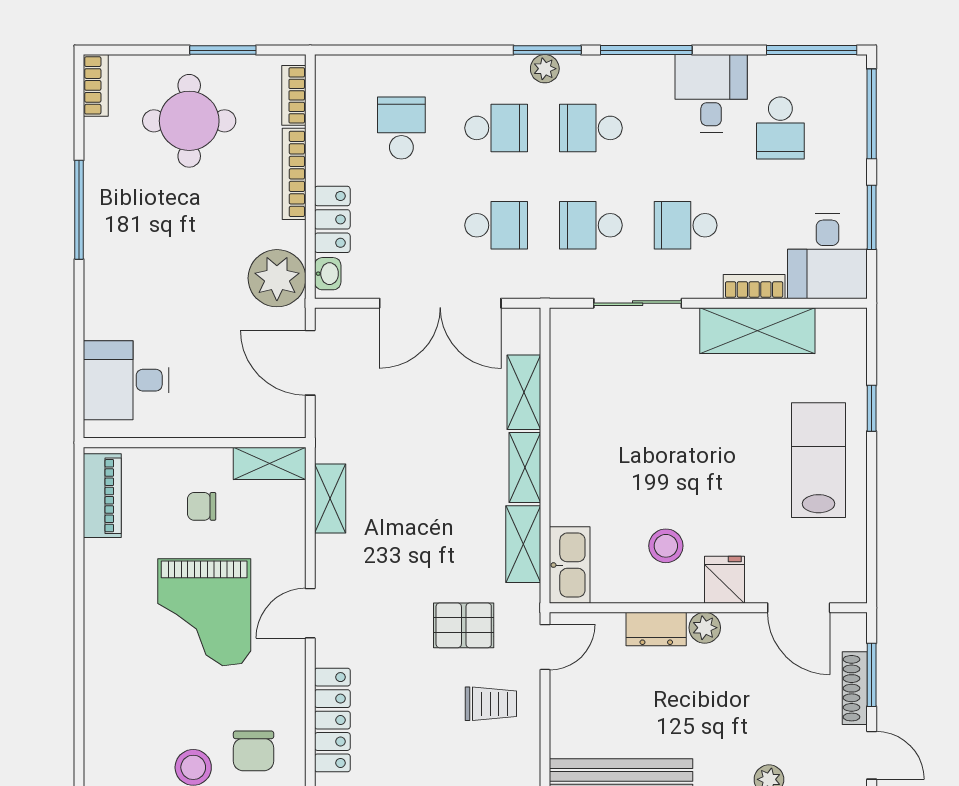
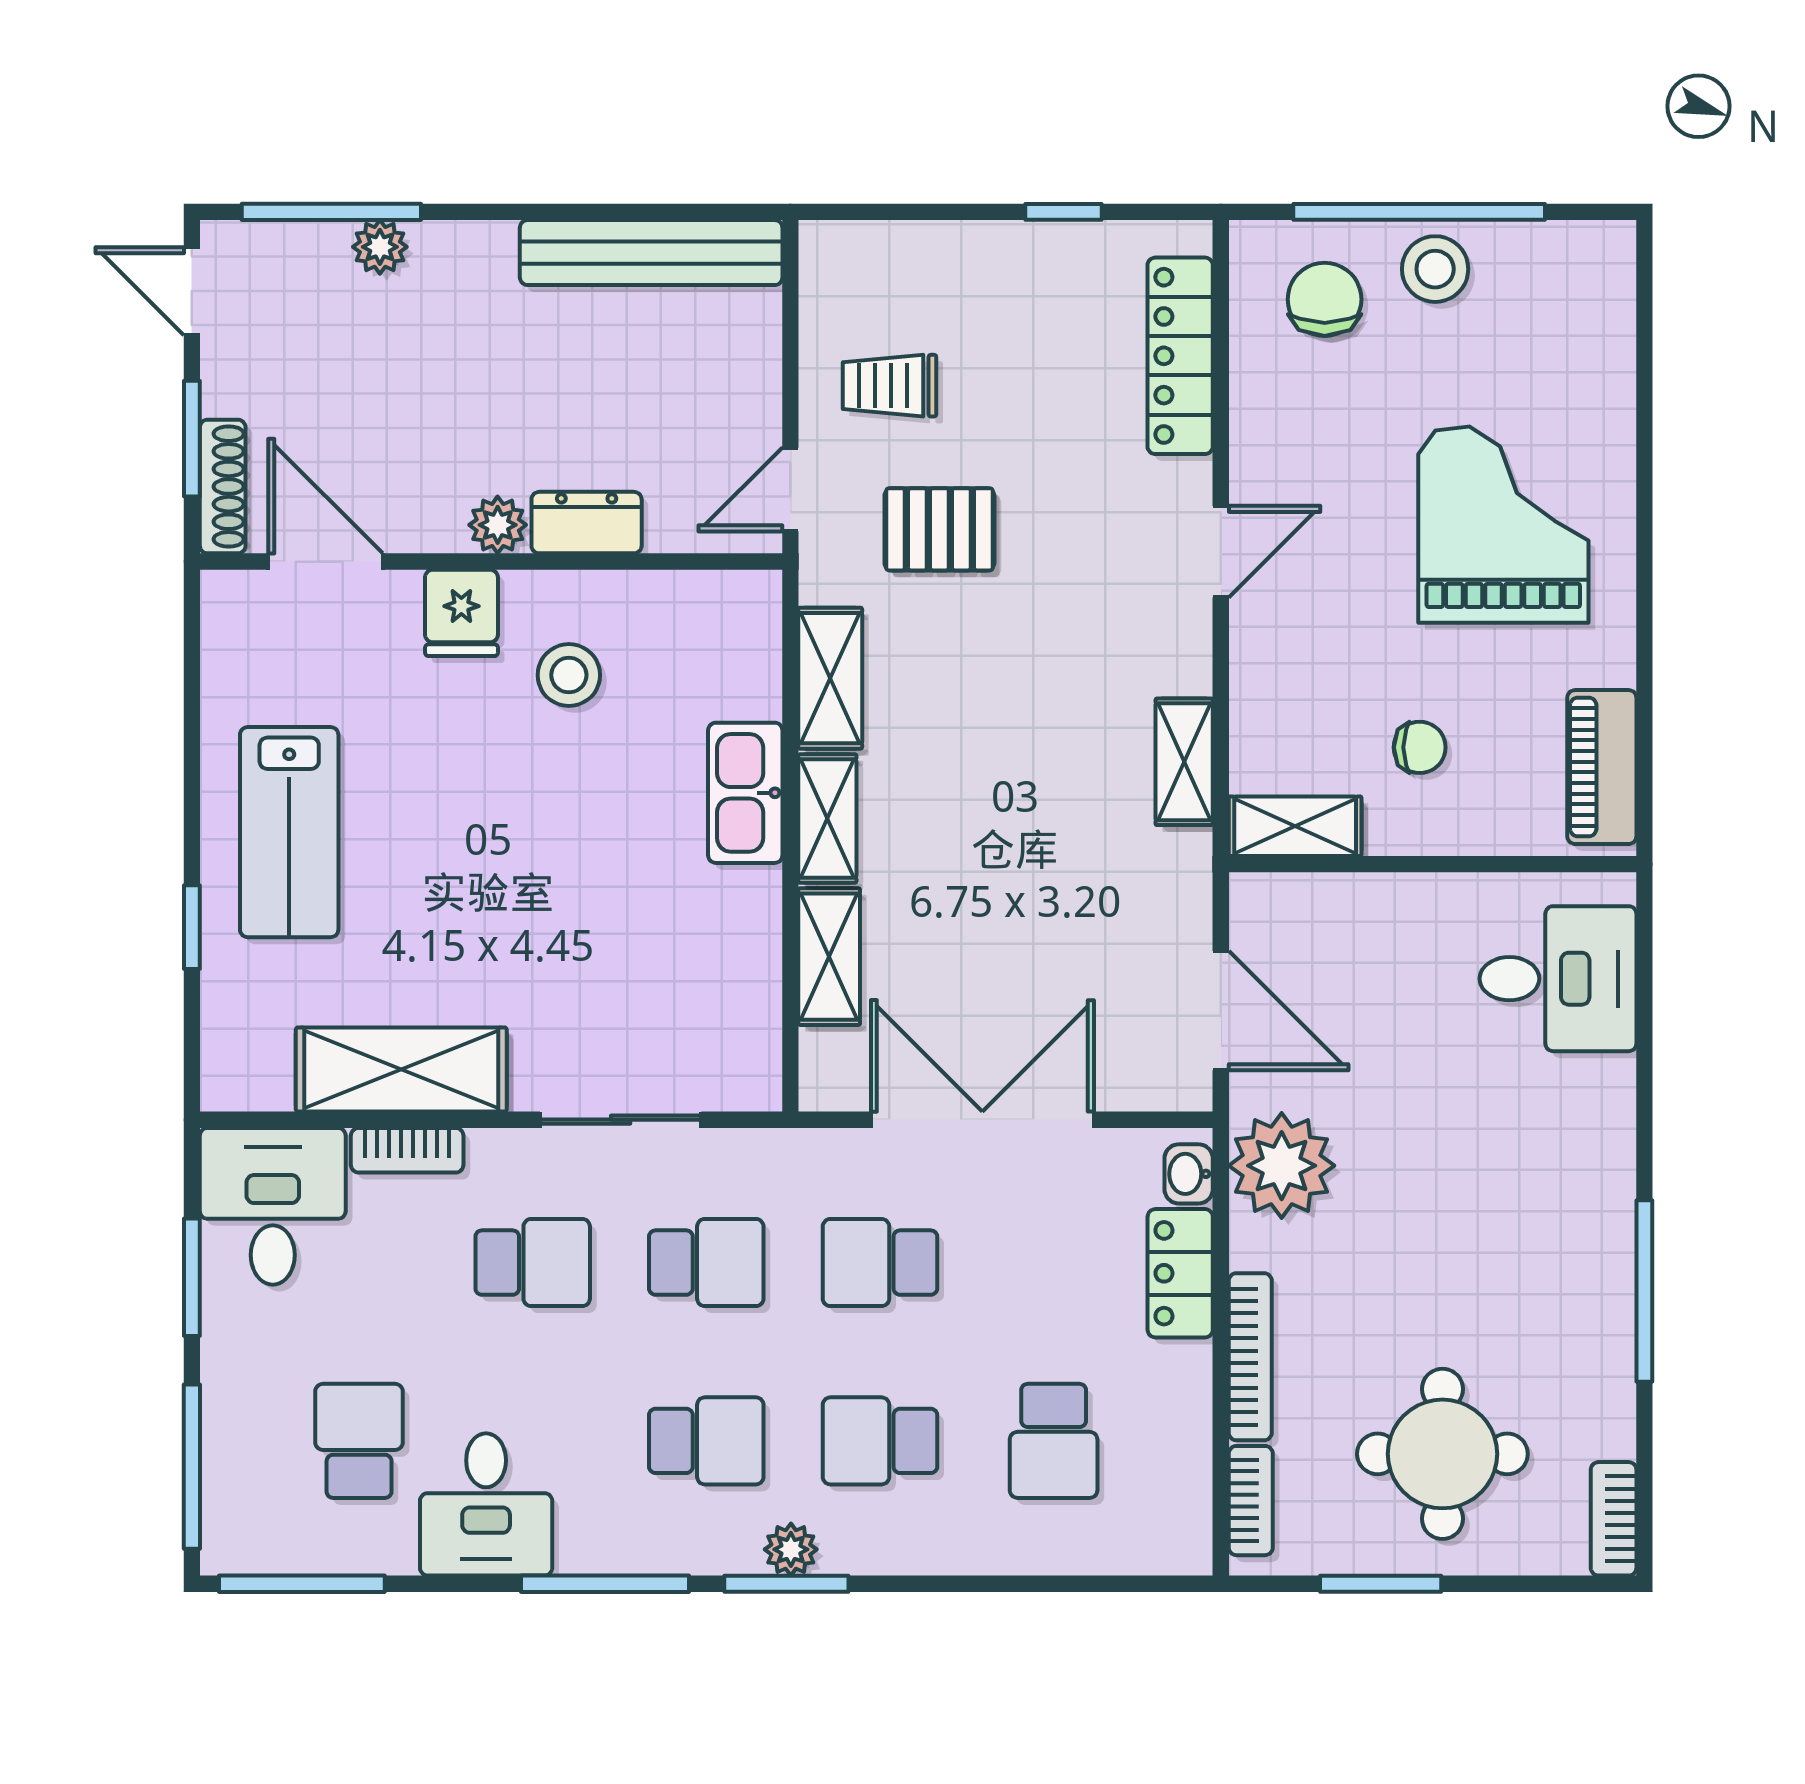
kitchen sink: (570, 565) -> (745, 793), moved
grand piano: (204, 612) -> (1503, 525), moved
shoe rack: (855, 688) -> (223, 487), moved

